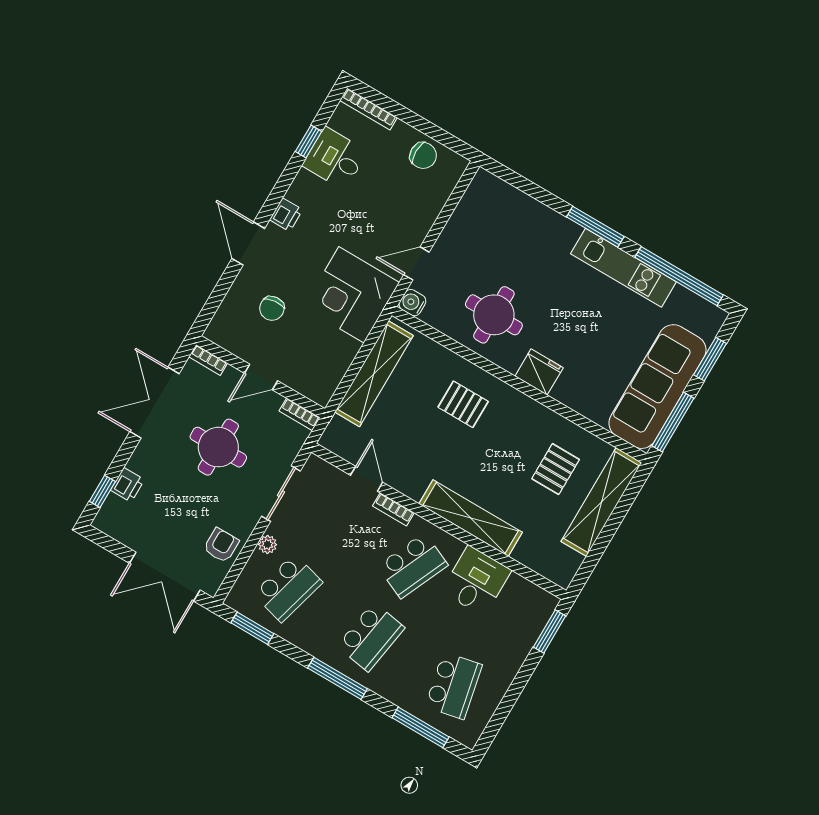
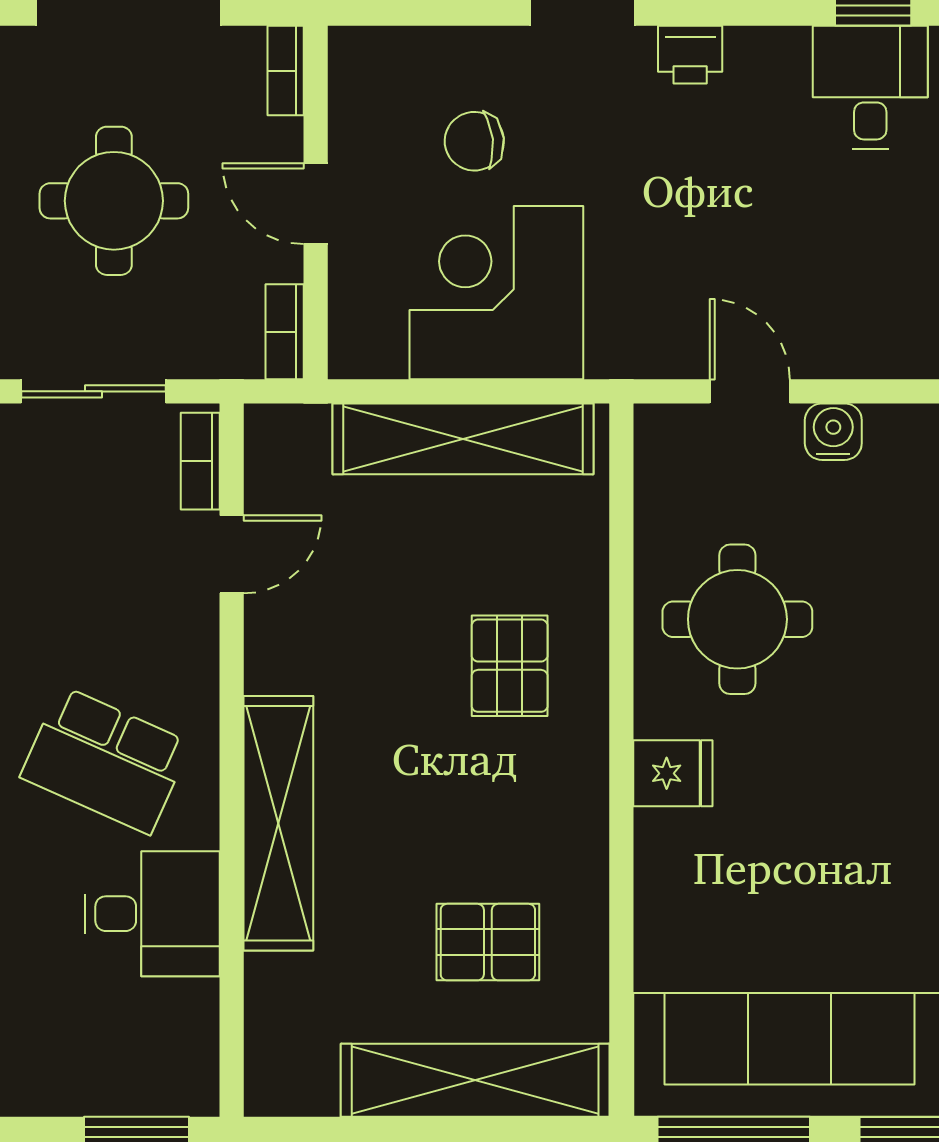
corner desk: (351, 295) -> (496, 293), moved
water cooler: (412, 303) -> (833, 432), moved
fridge: (539, 372) -> (673, 773), width x0.72
bookcase: (393, 509) -> (200, 461), moved

